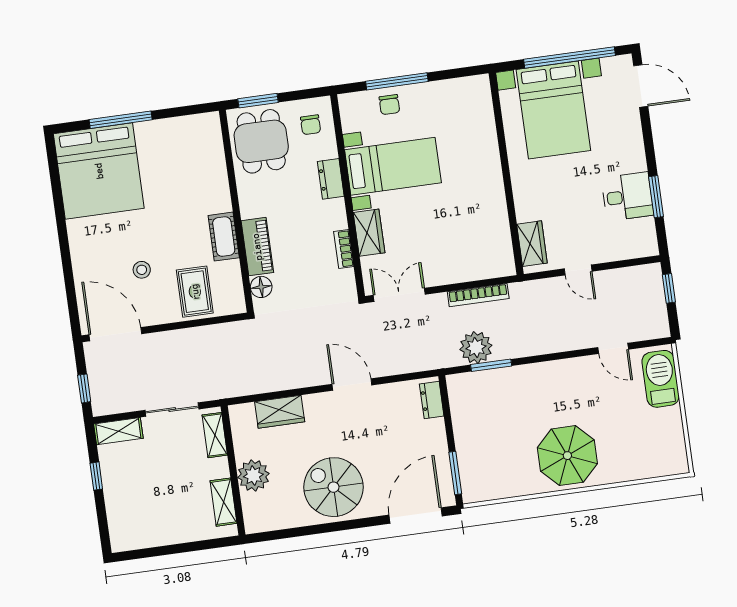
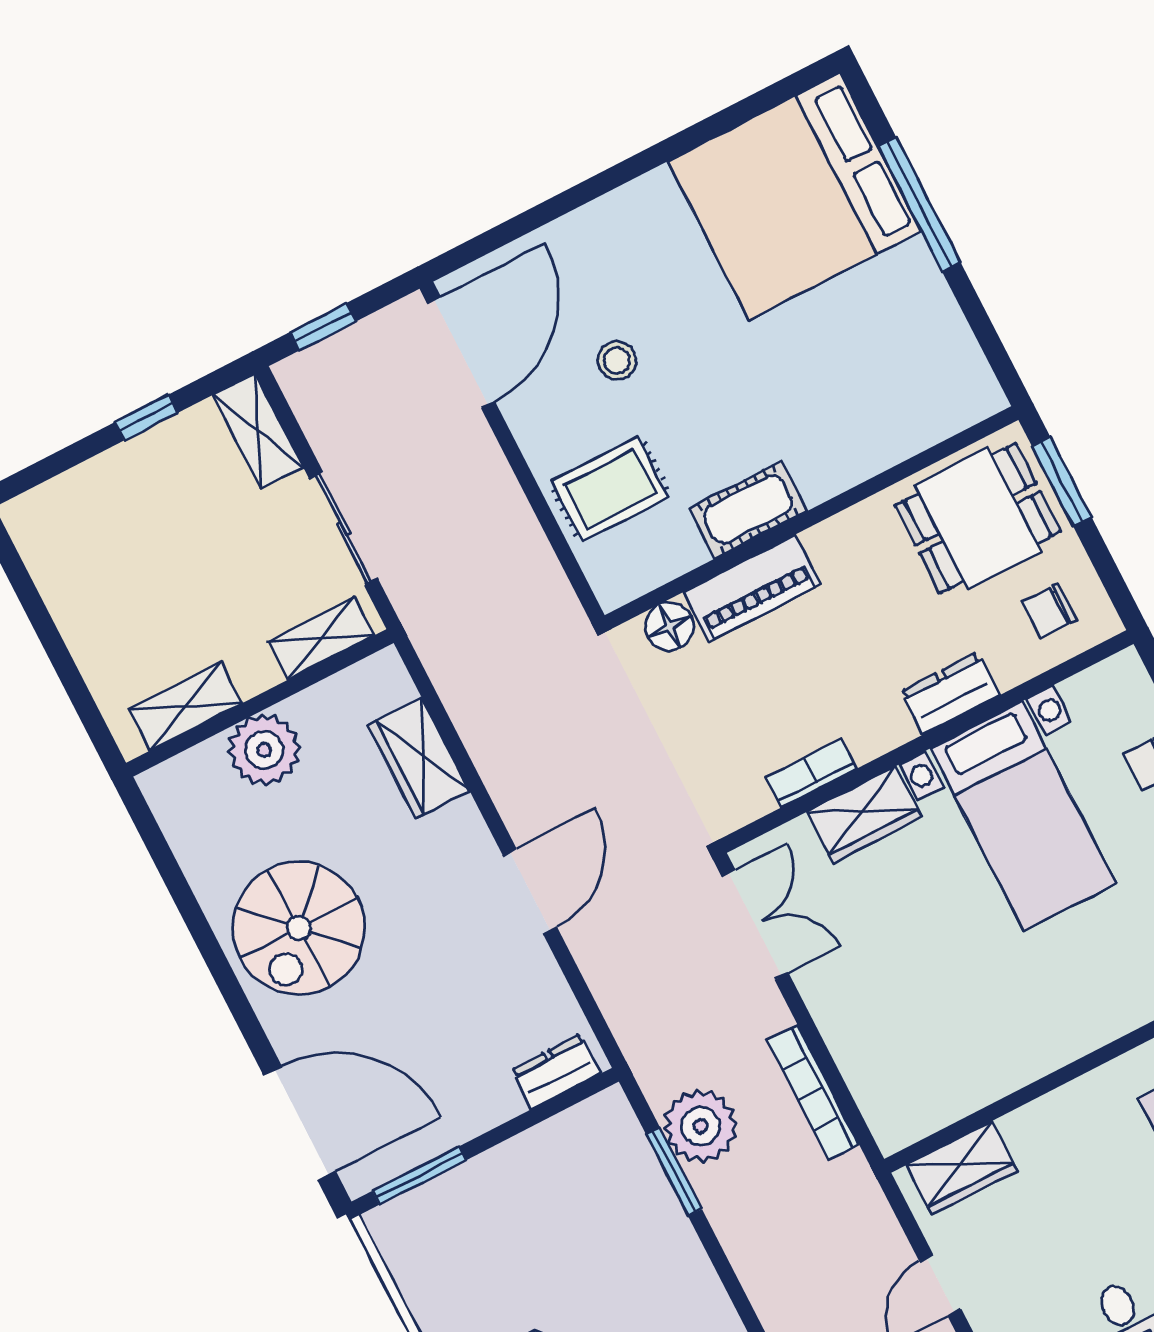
spiral stairs: (333, 487) -> (299, 928), turned 180

